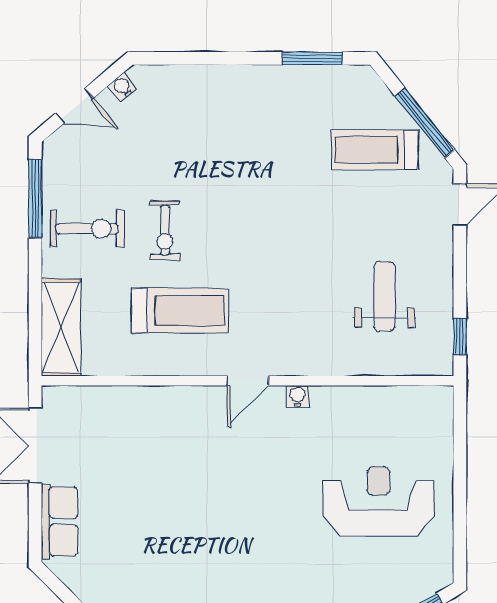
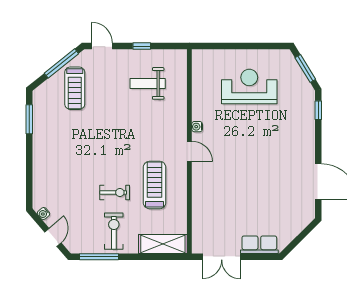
window: (460, 337) -> (142, 46), moved
reception desk: (378, 501) -> (249, 86), turned 90

